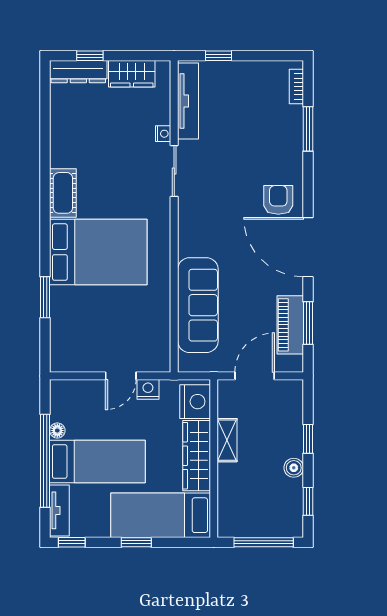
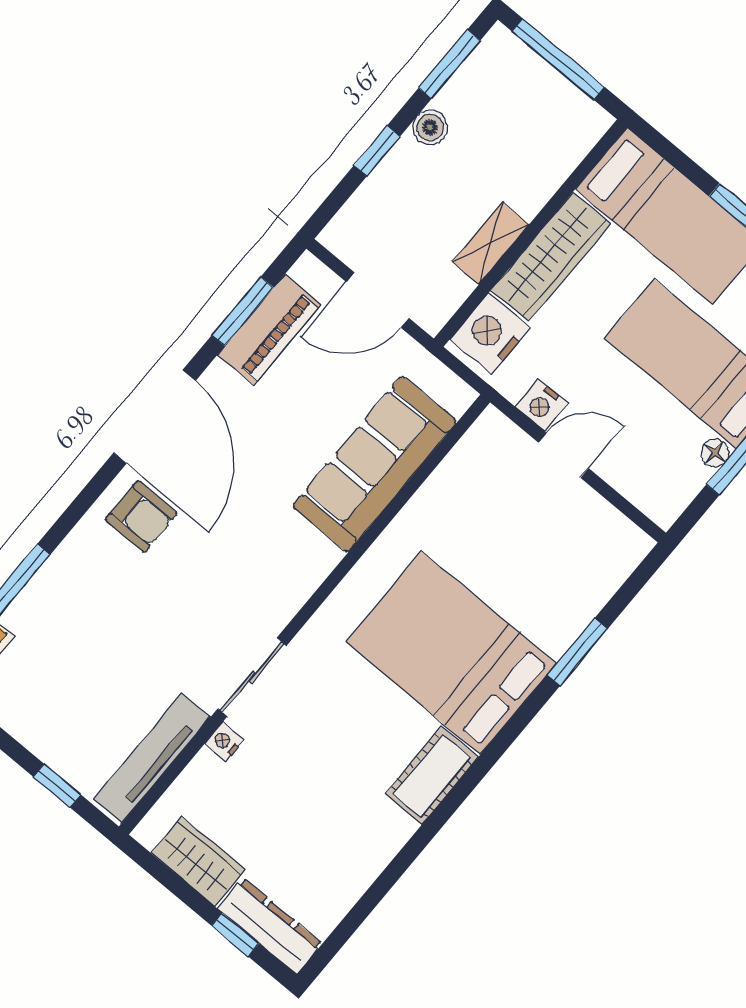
armchair: (278, 200) -> (141, 517), turned -90
window: (308, 501) -> (449, 64), width x1.50

